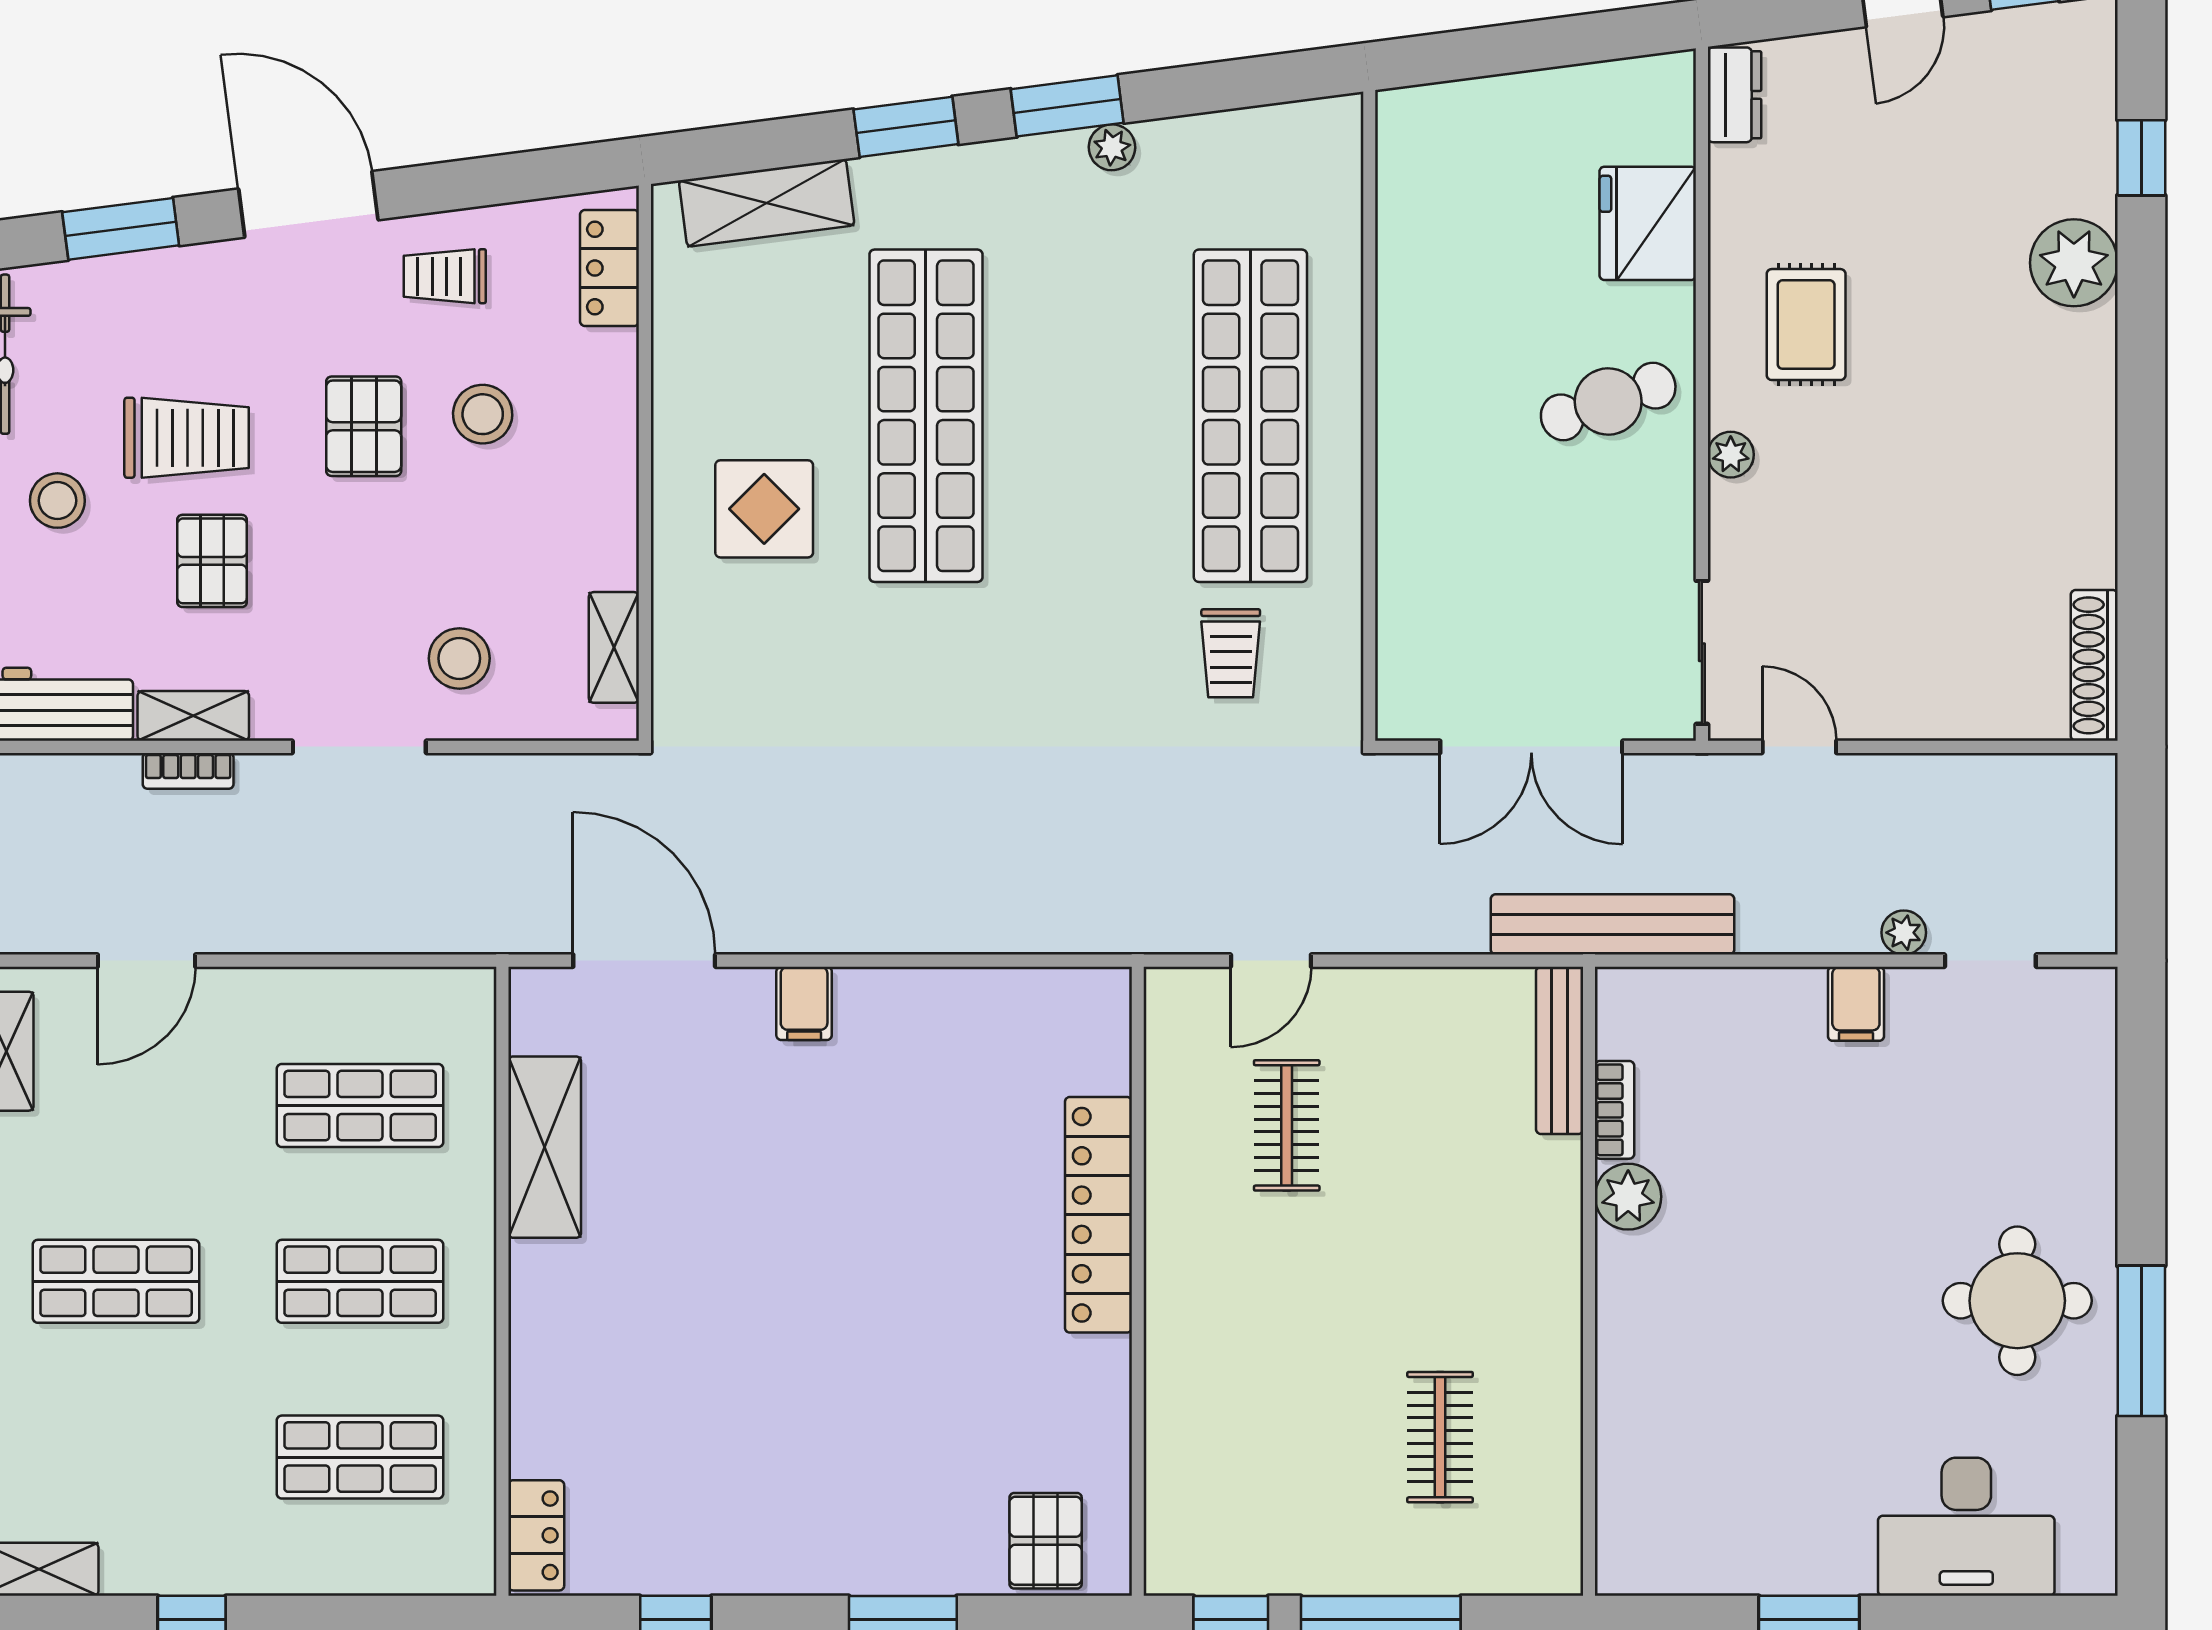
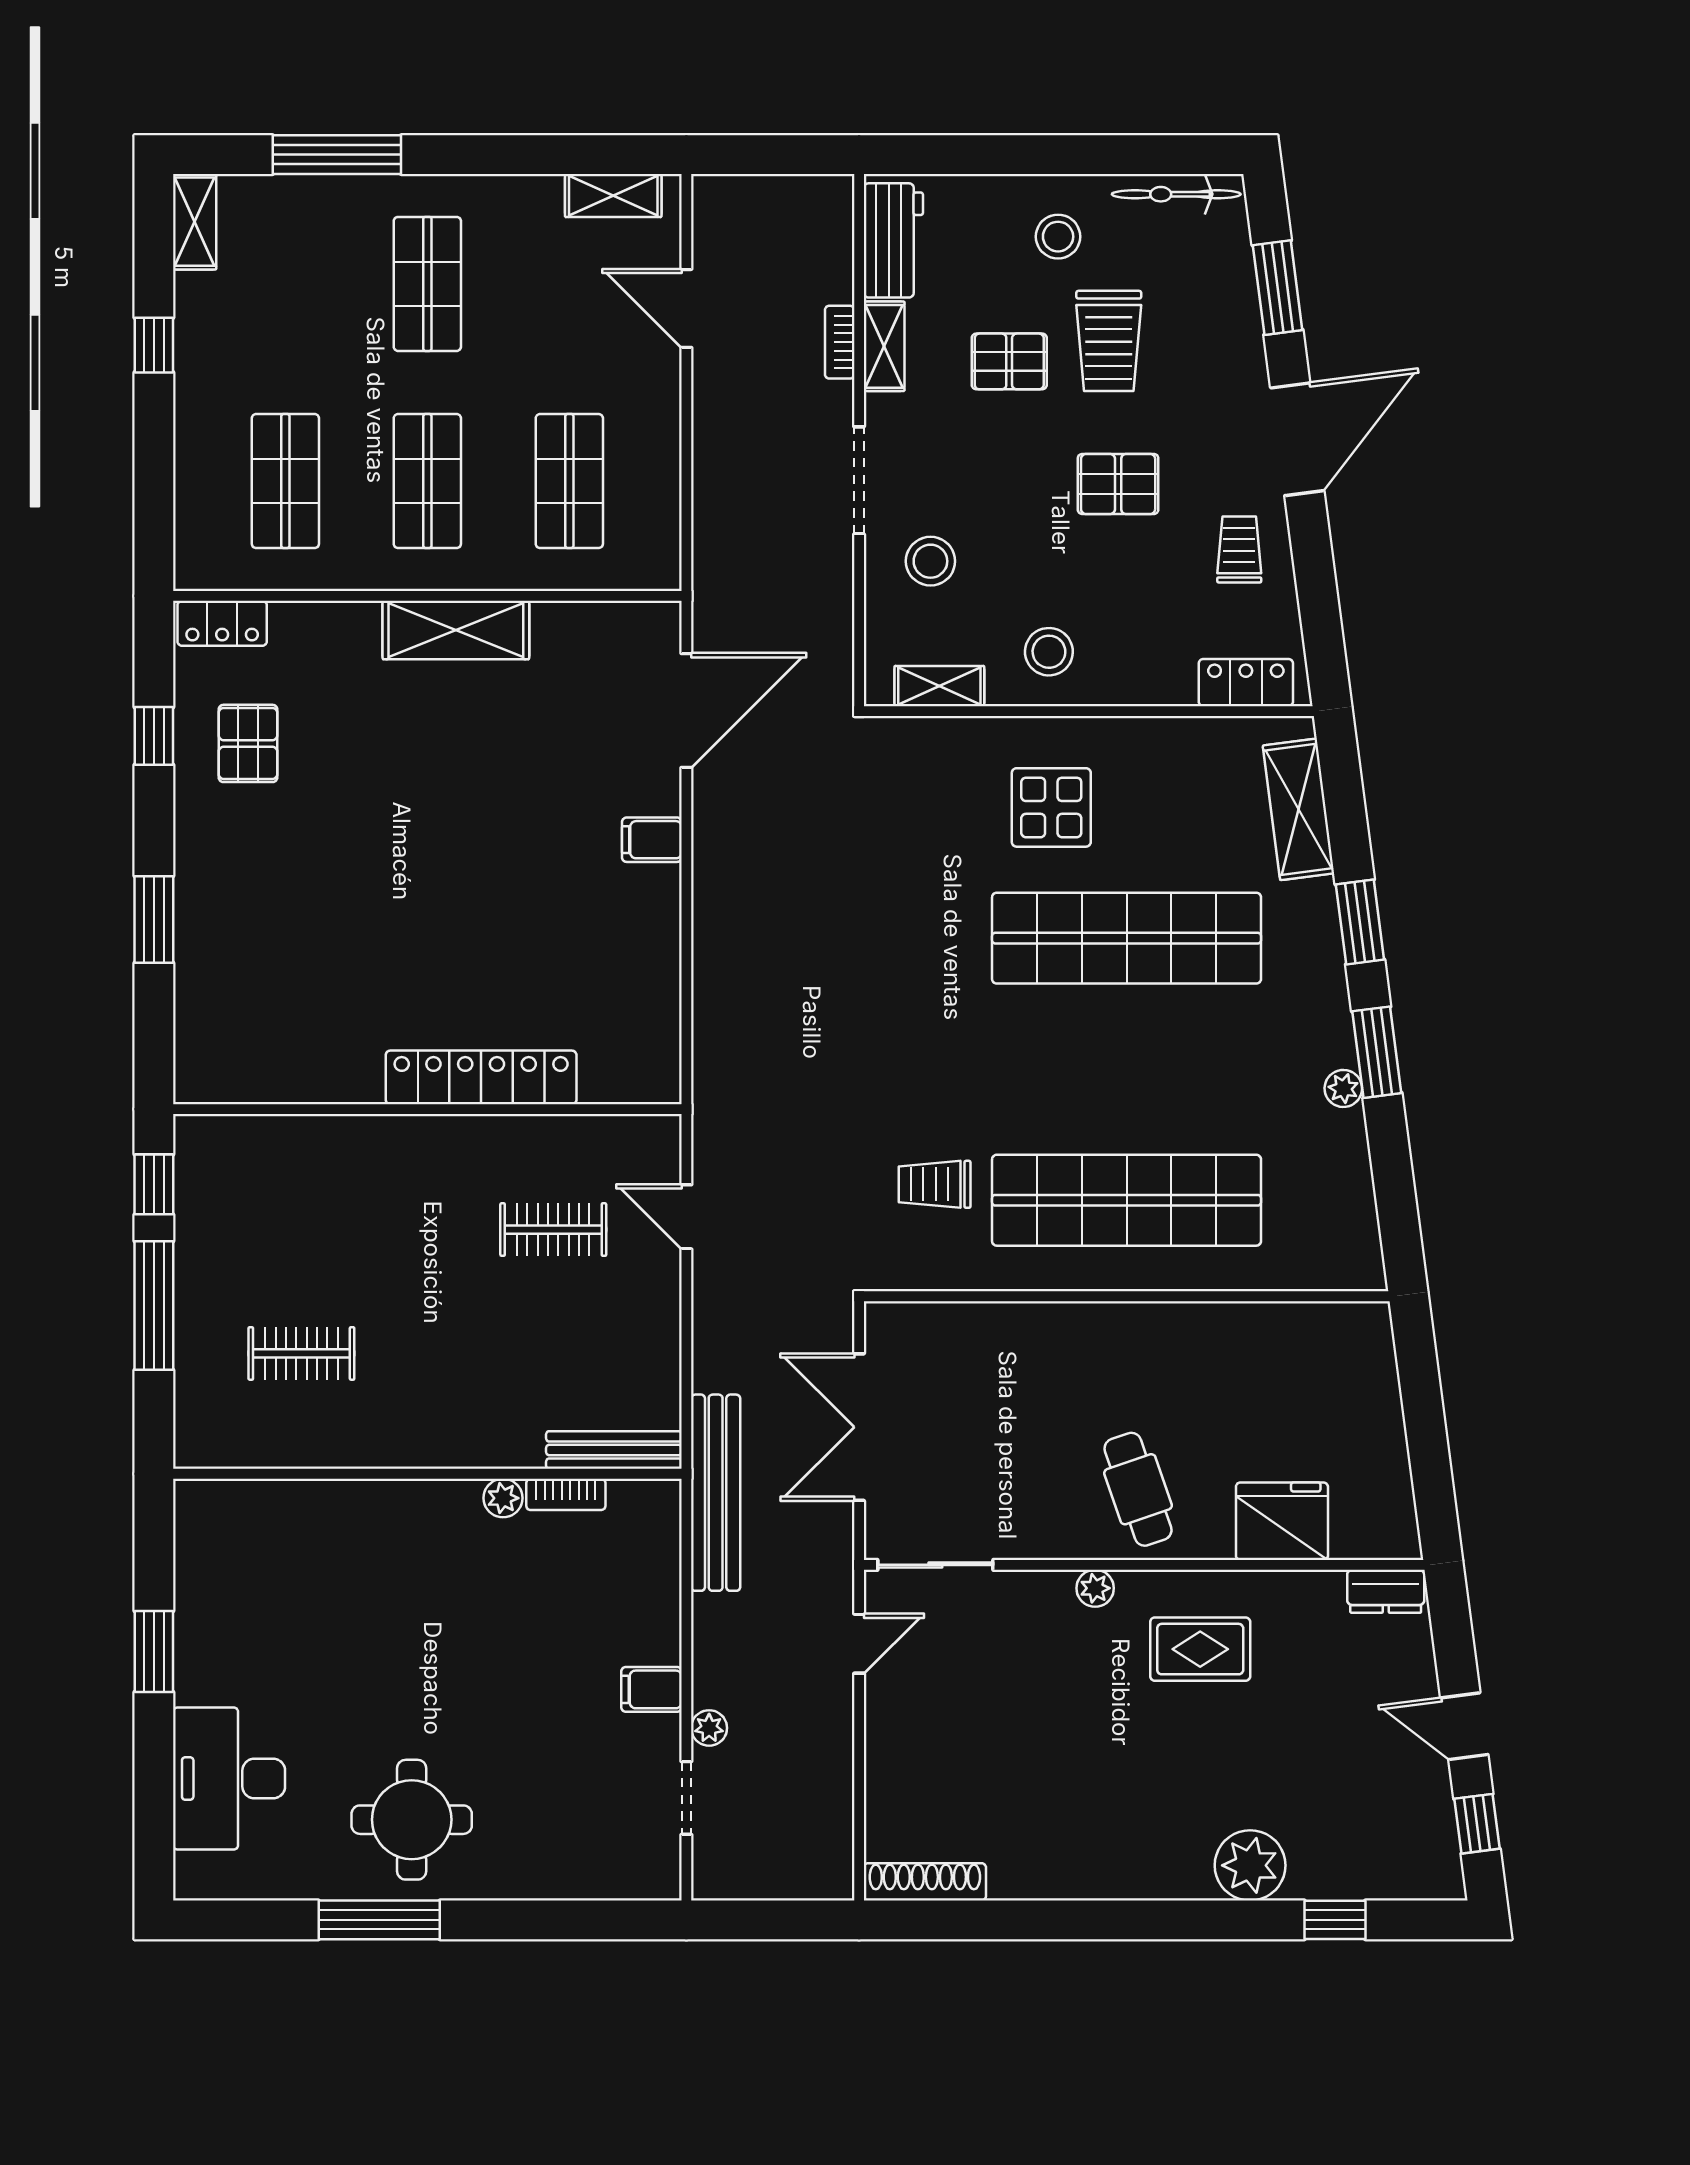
stool: (483, 414) -> (1049, 652), moved
shelving: (545, 1147) -> (456, 630), moved
plant: (1628, 1197) -> (503, 1498), width x0.73, depth x0.73
pallet: (1046, 1541) -> (248, 743), moved, turned 90

